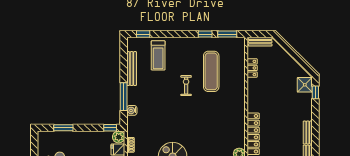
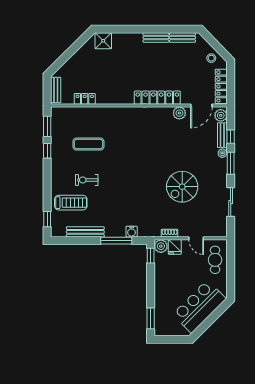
exercise mat: (211, 71) -> (88, 144), width x0.73, depth x0.69
exercise bike: (186, 86) -> (87, 180), moved
window: (315, 92) -> (112, 29), removed
window: (63, 128) -> (151, 318), moved

